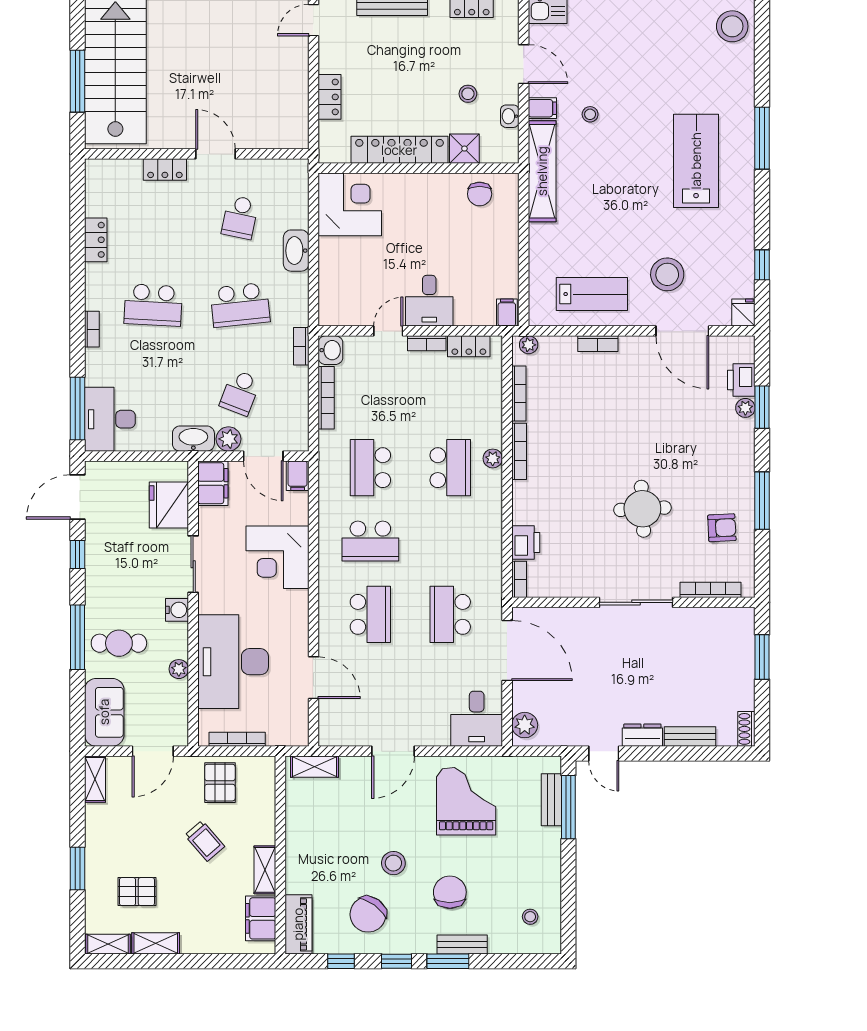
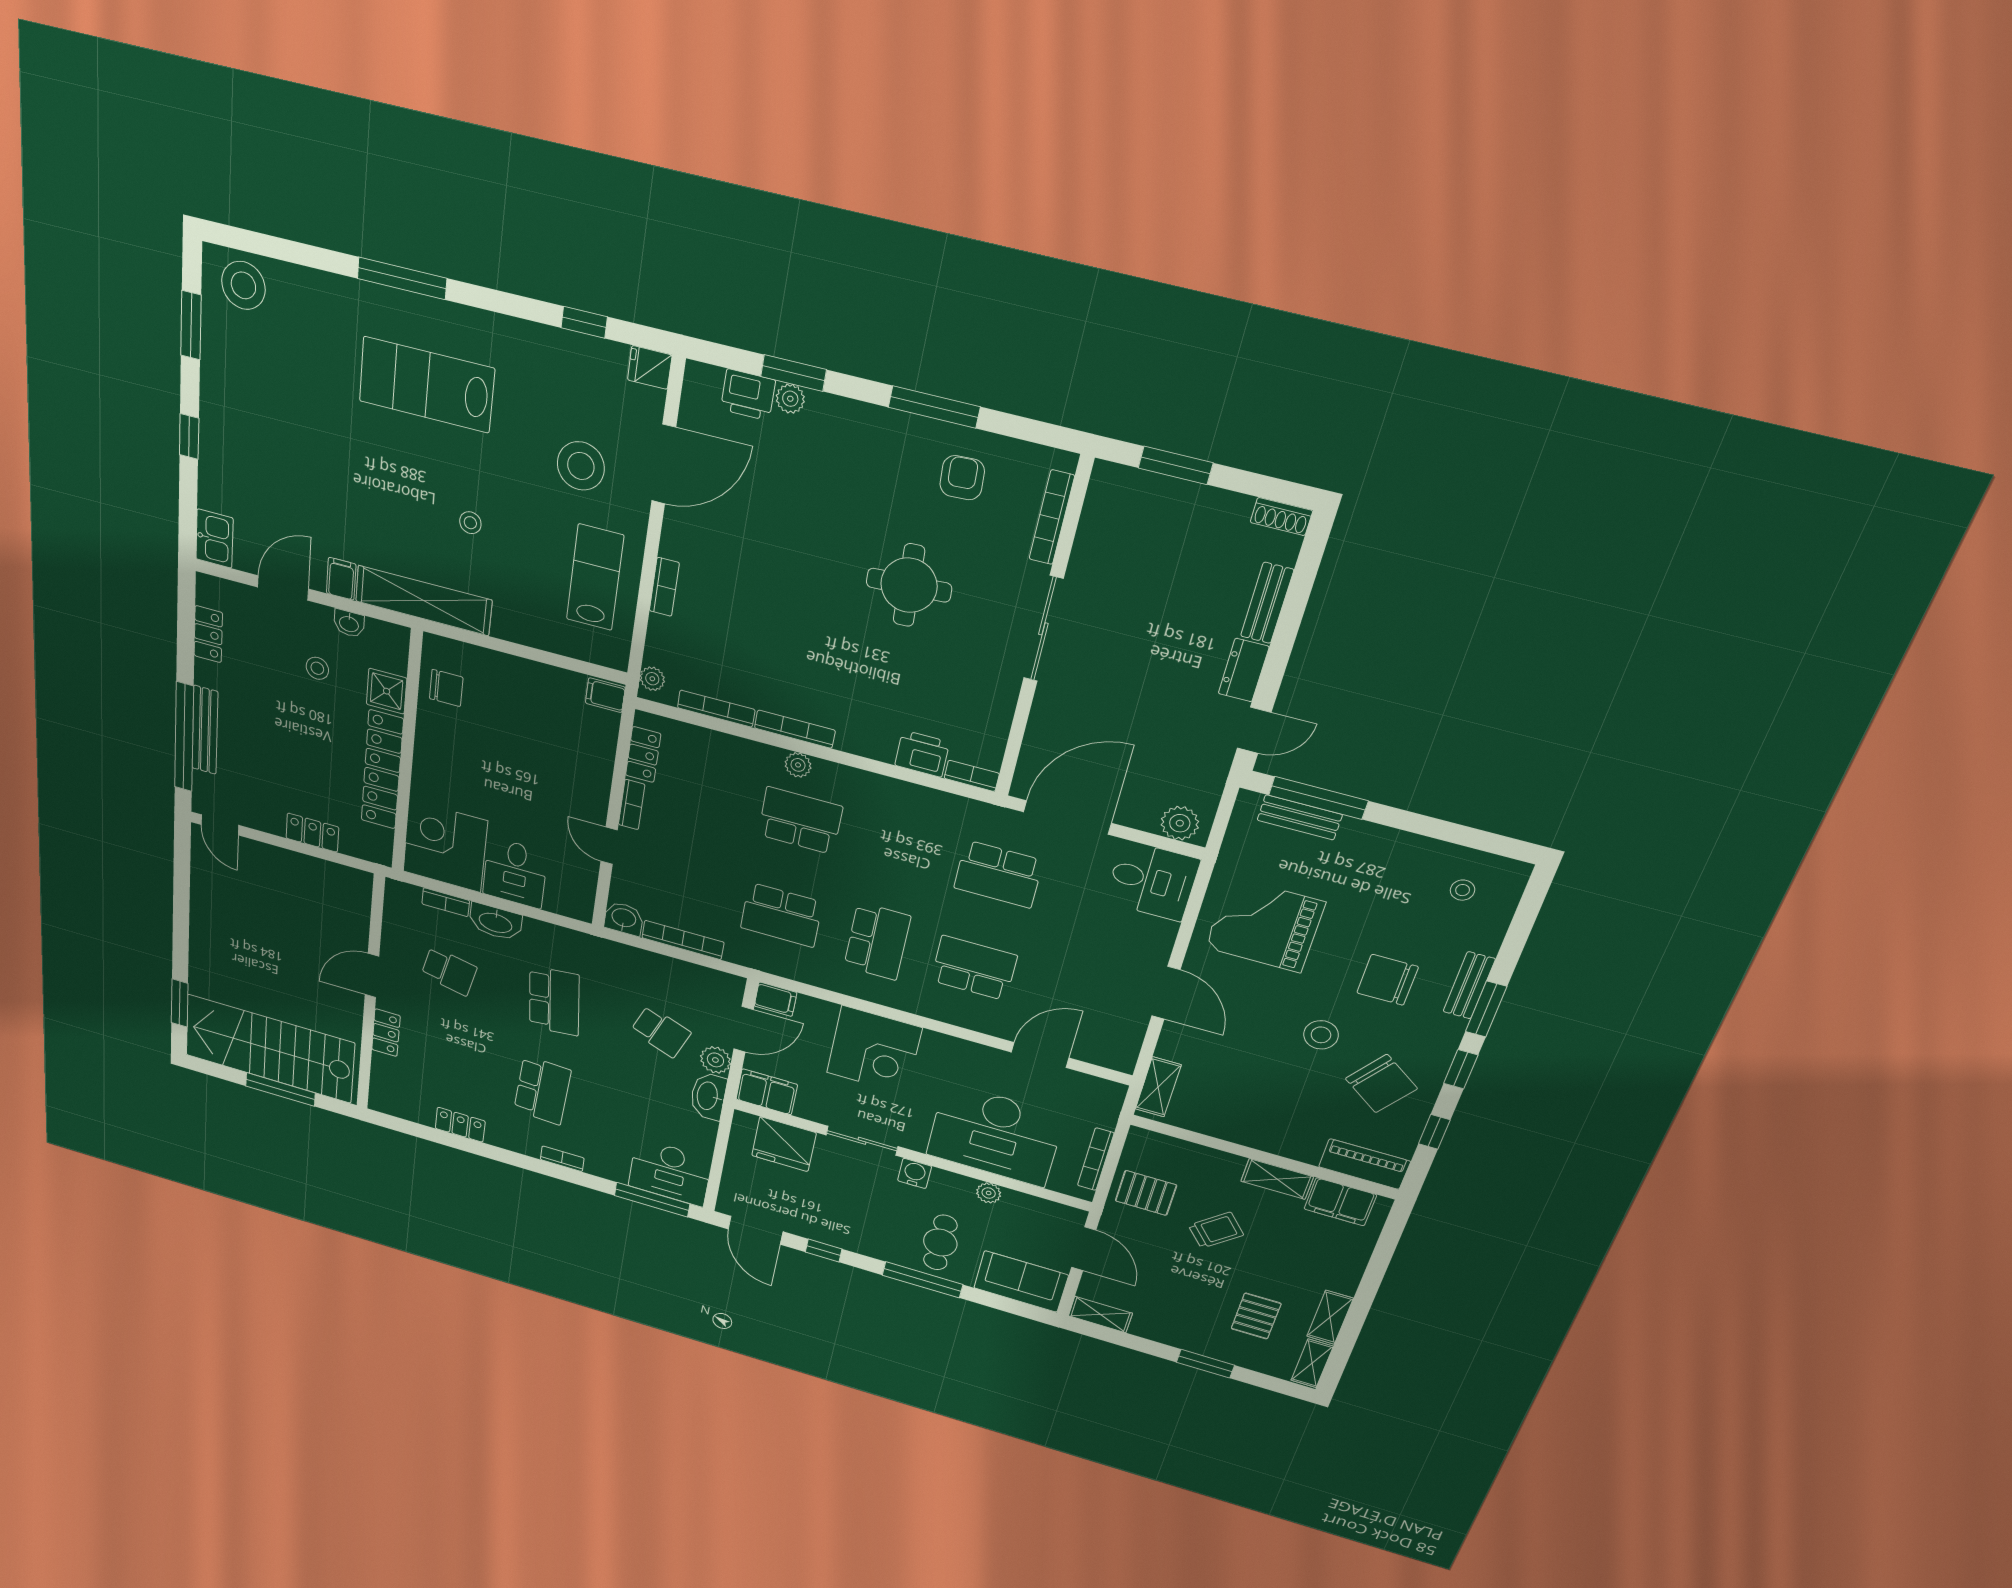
stool: (590, 114) -> (470, 523), moved
desk: (429, 301) -> (515, 873), moved, turned 90
bookcase: (301, 346) -> (446, 902), moved

